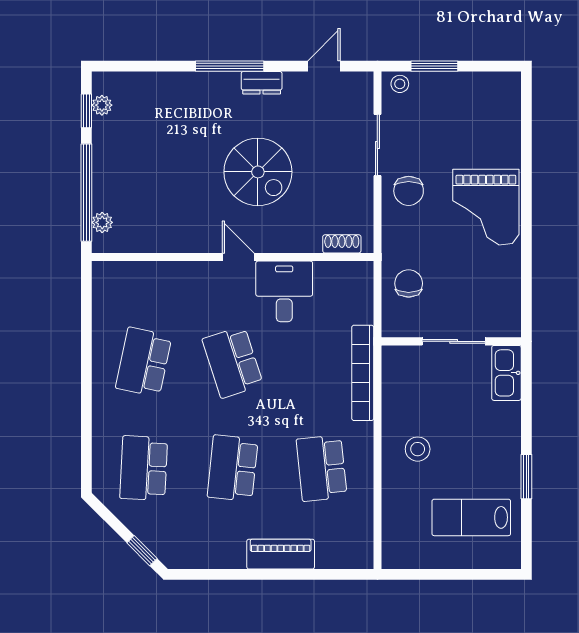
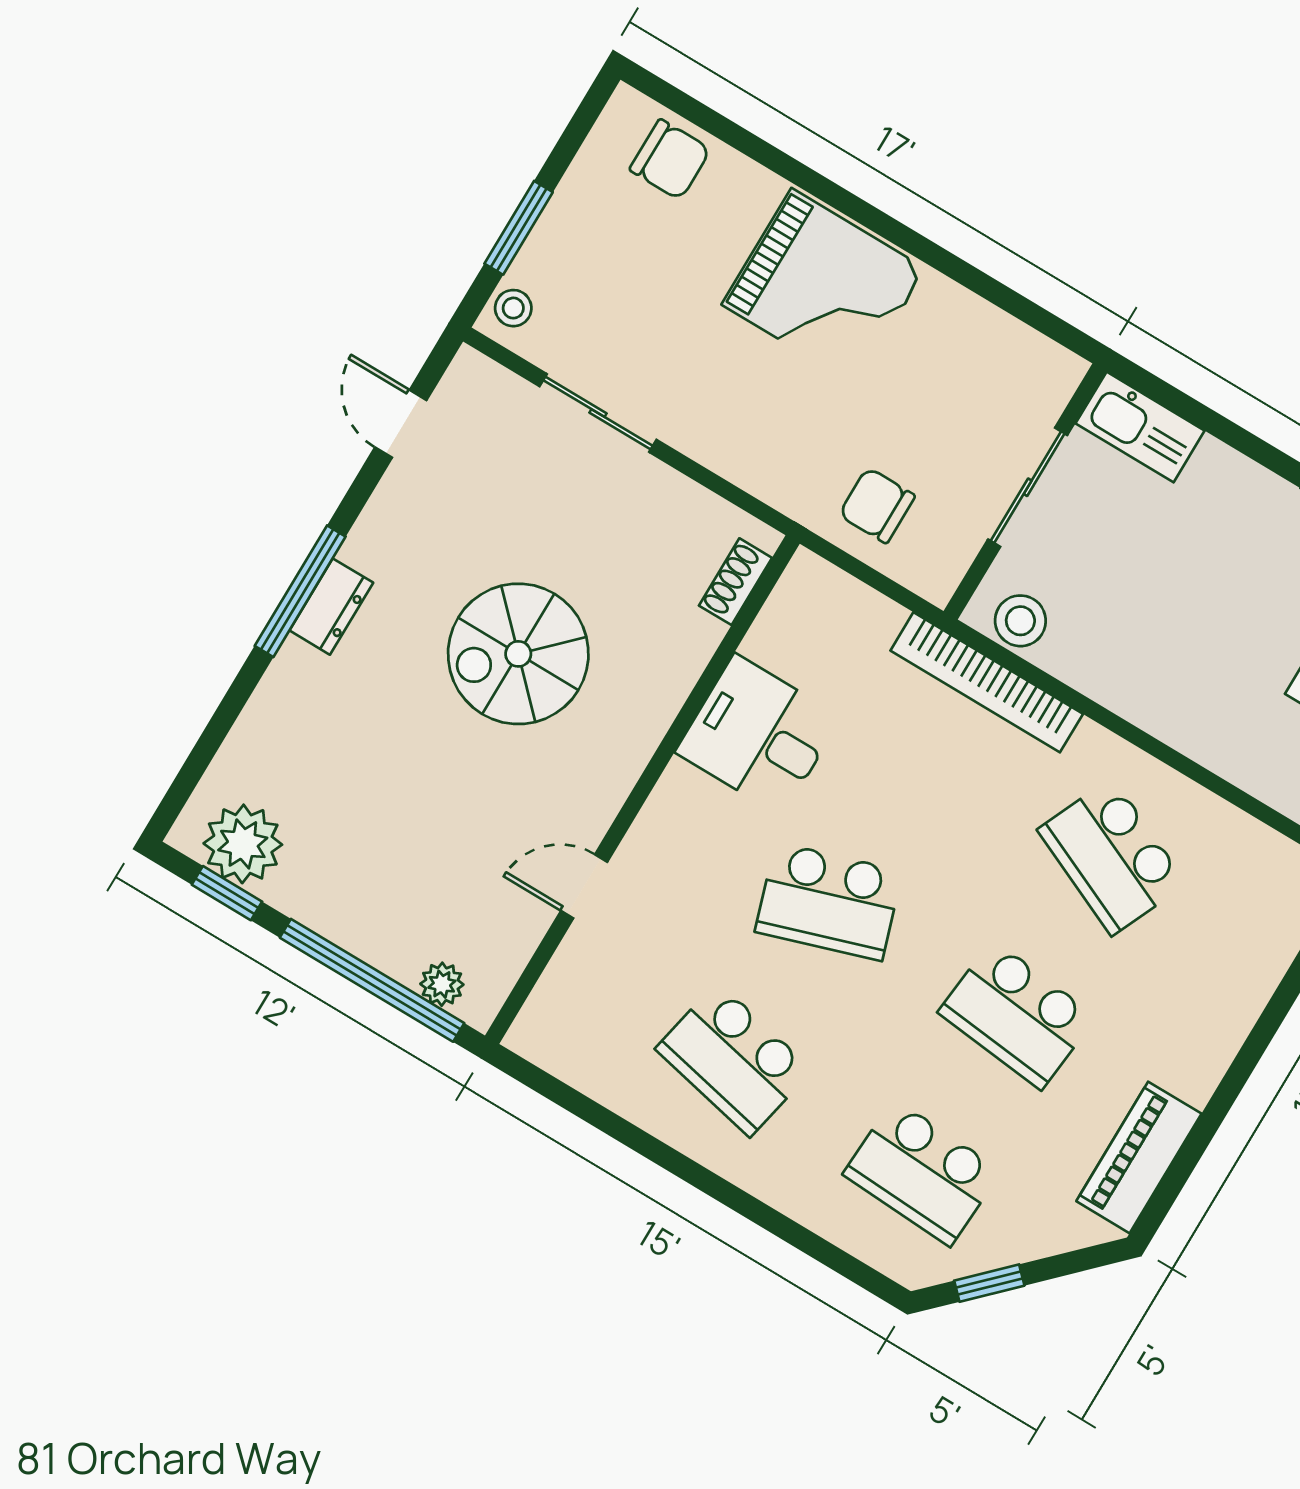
dresser: (262, 83) -> (331, 607), moved
plant: (102, 105) -> (243, 844), width x1.87, depth x1.87
spiral stairs: (258, 172) -> (518, 654), turned 180
chair: (409, 191) -> (670, 159), moved
door: (238, 257) -> (584, 886), moved
stool: (418, 449) -> (1020, 621), moved
school desk: (322, 468) -> (1112, 857), turned 30
window: (142, 551) -> (989, 1283), moved
piano: (281, 554) -> (1139, 1157), moved

